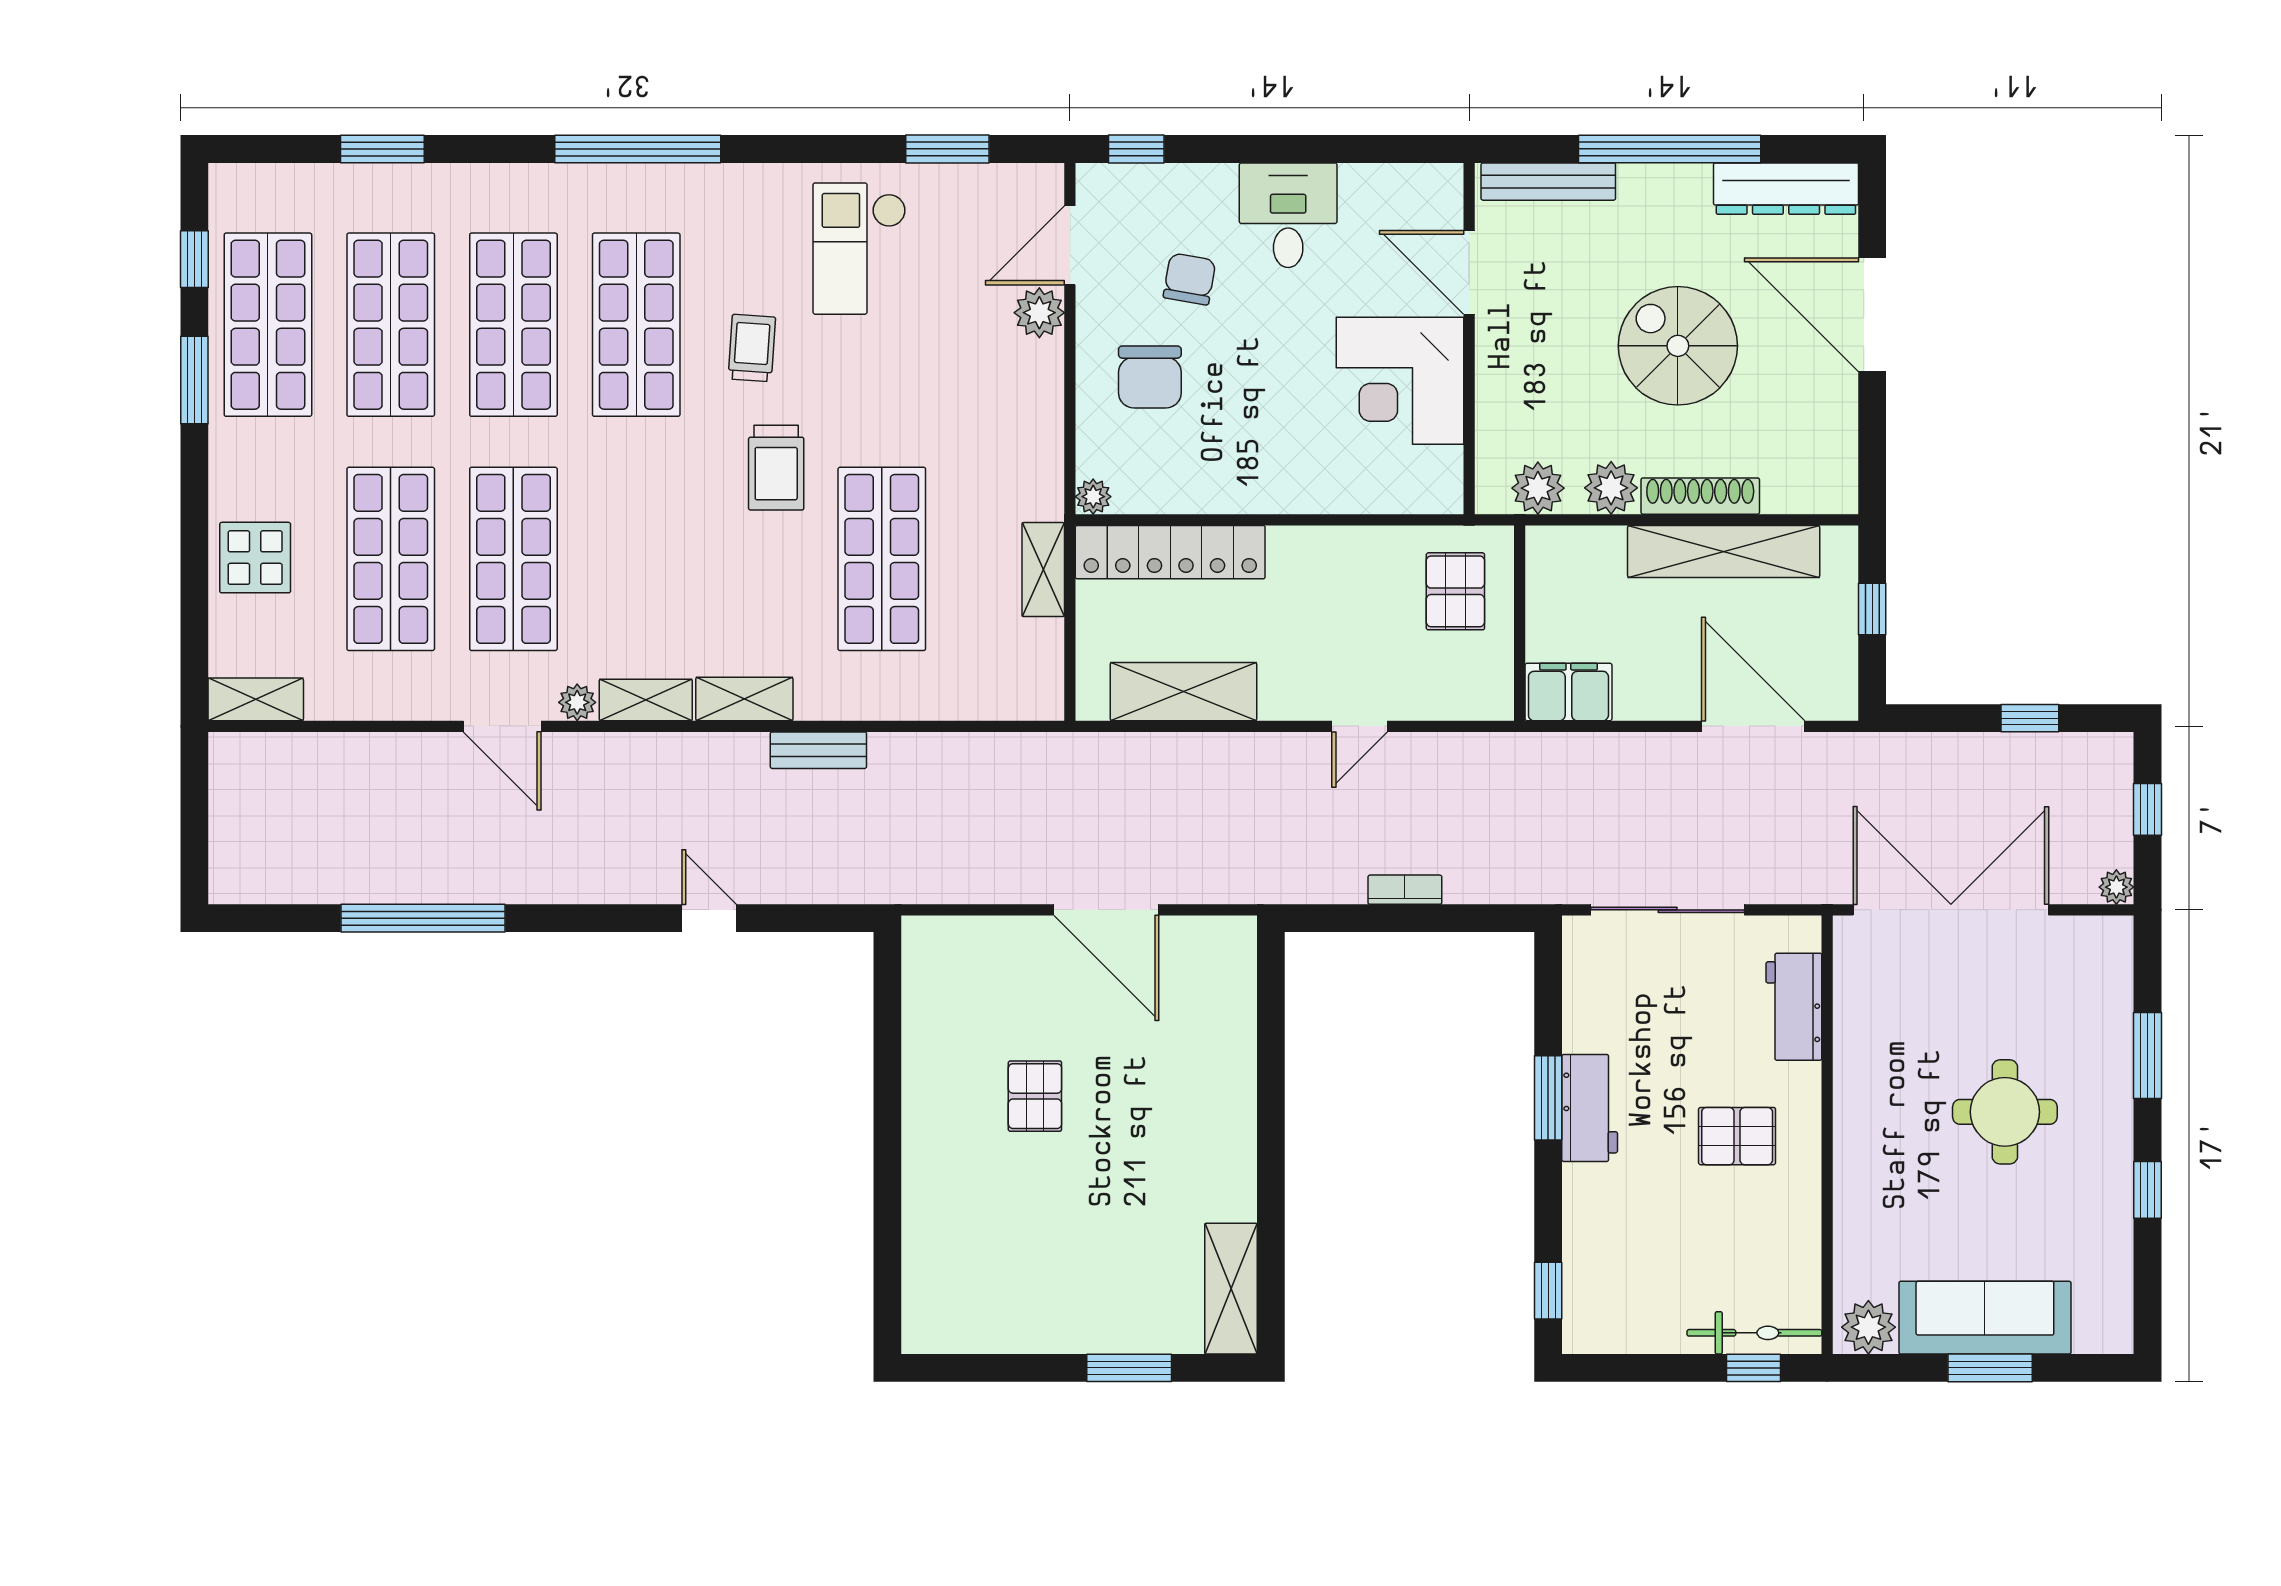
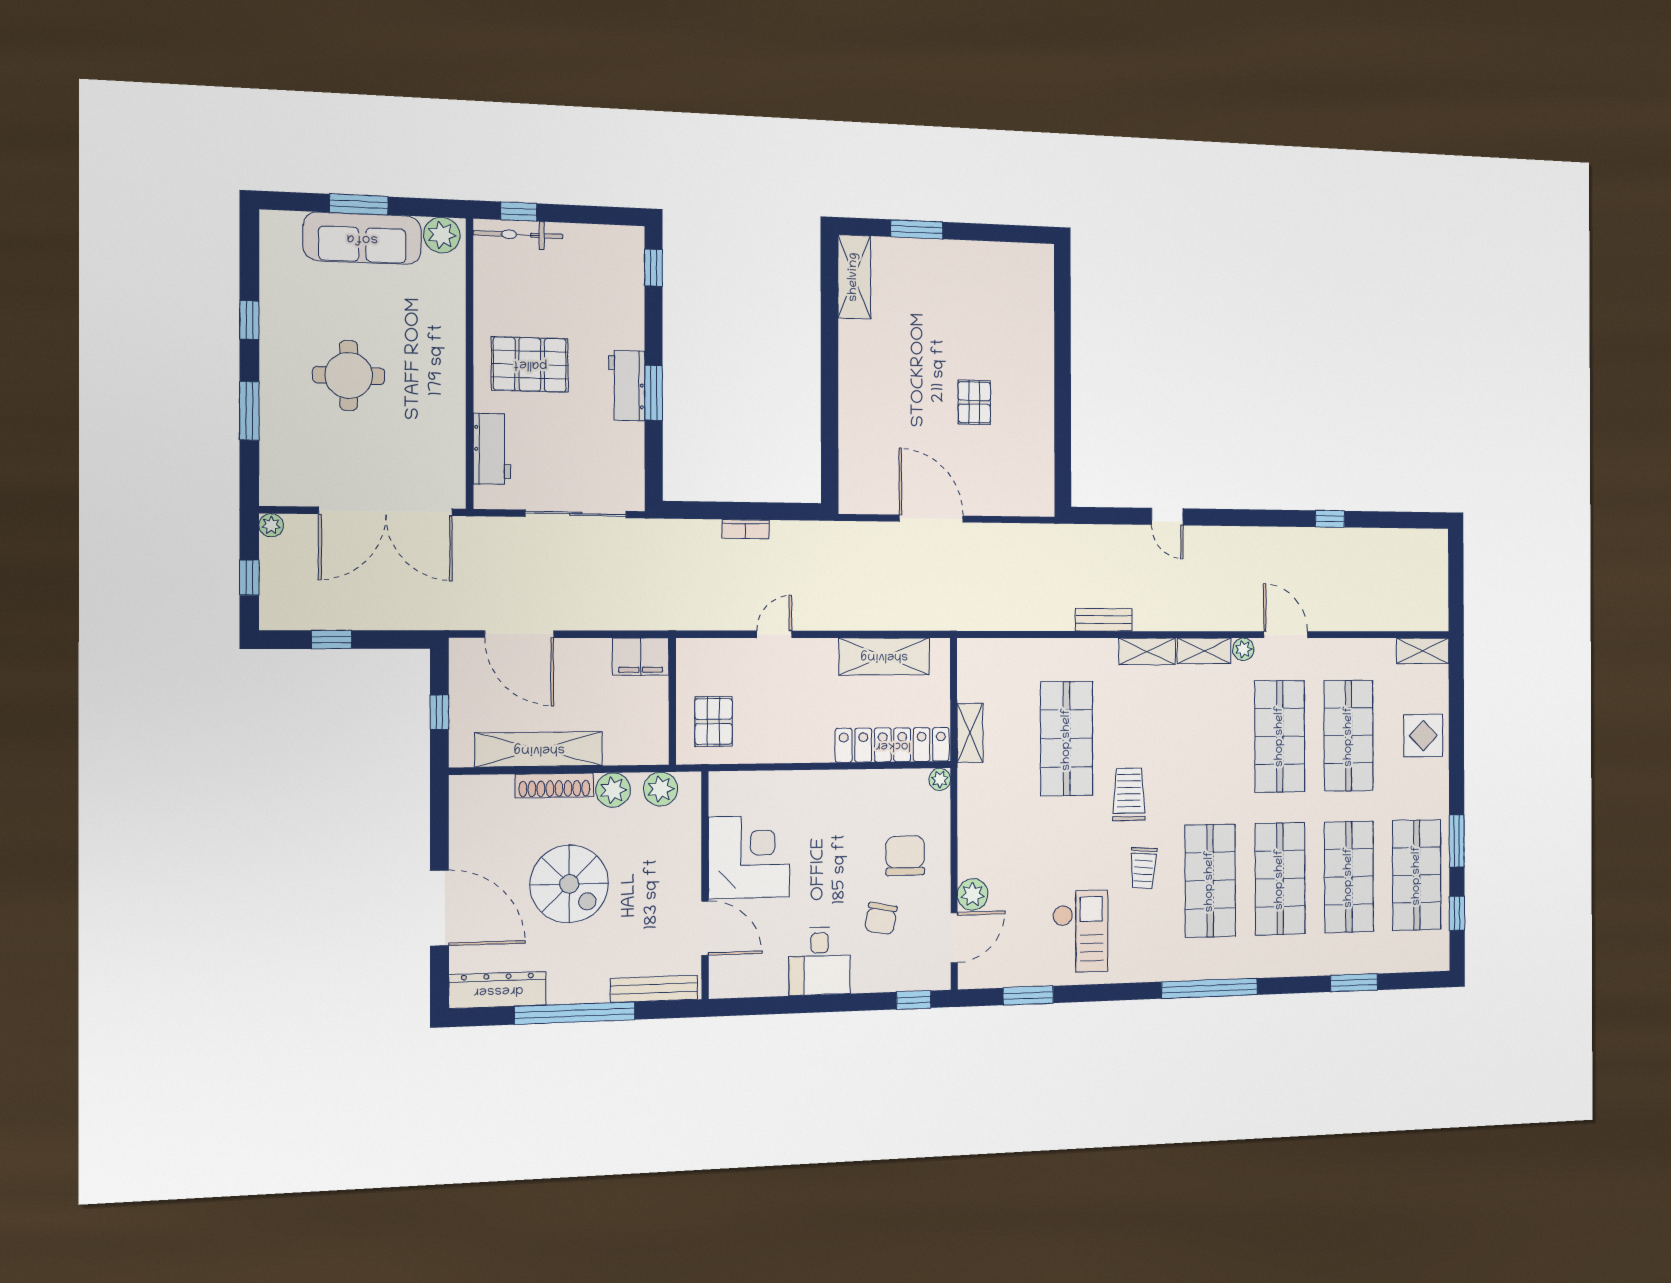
window: (423, 918) -> (1330, 519), width x0.32
pallet: (1737, 1136) -> (530, 364), width x1.50, depth x1.42

